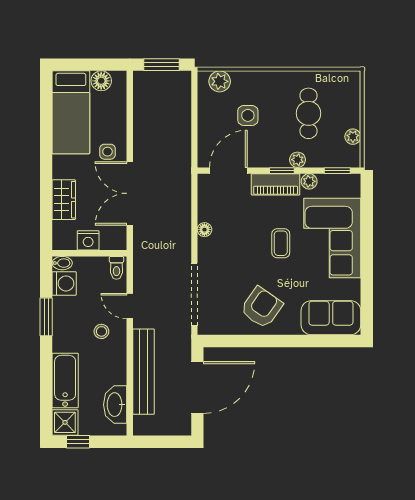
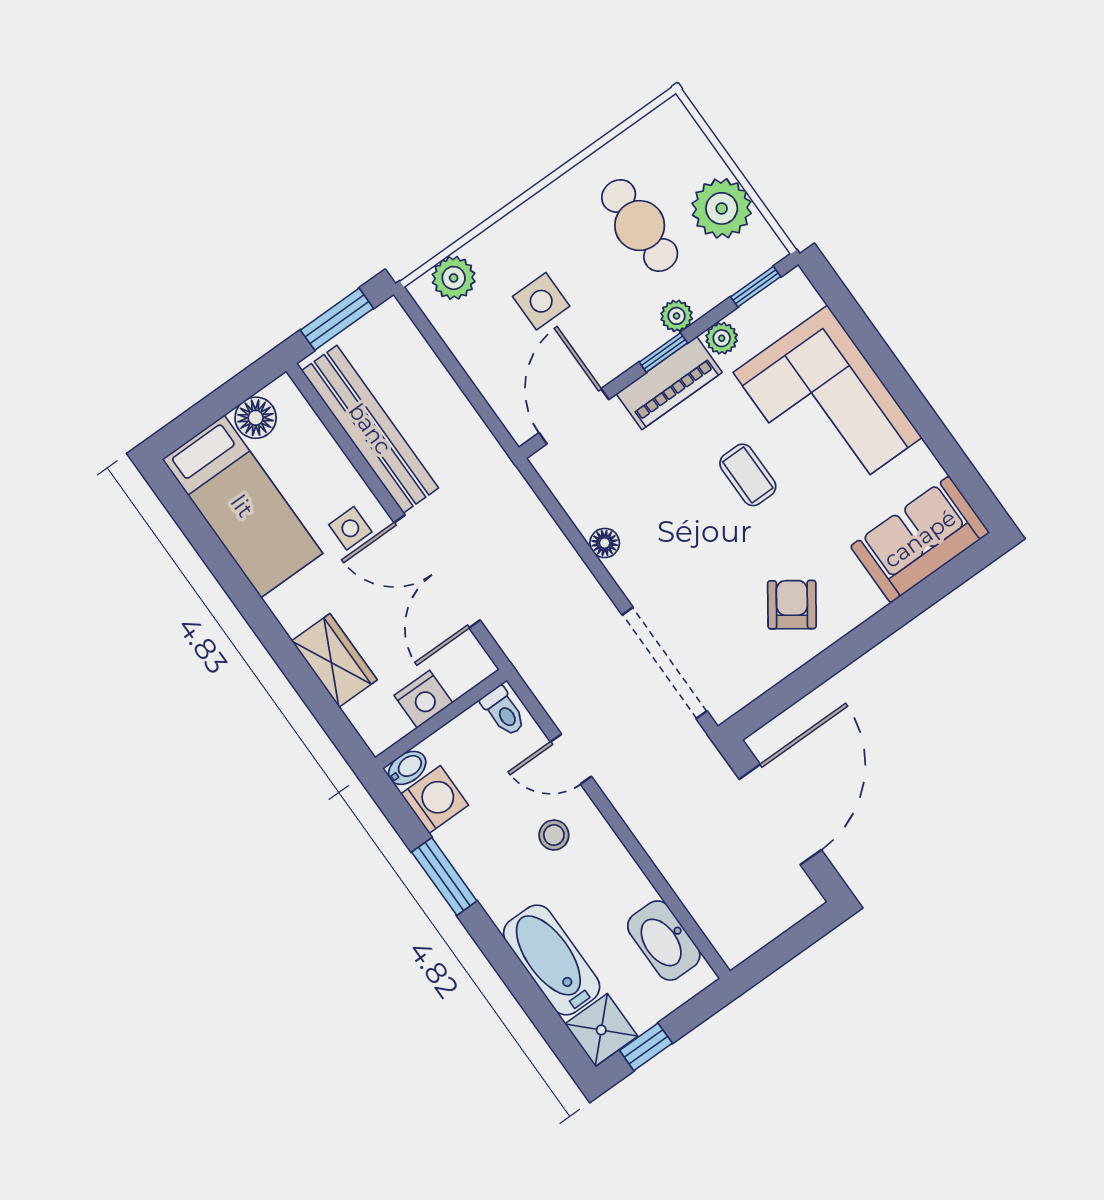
plant: (353, 137) -> (722, 208), width x1.87, depth x1.87
armchair: (262, 307) -> (792, 605), width x0.72, depth x0.72
bench: (143, 372) -> (370, 429), moved

